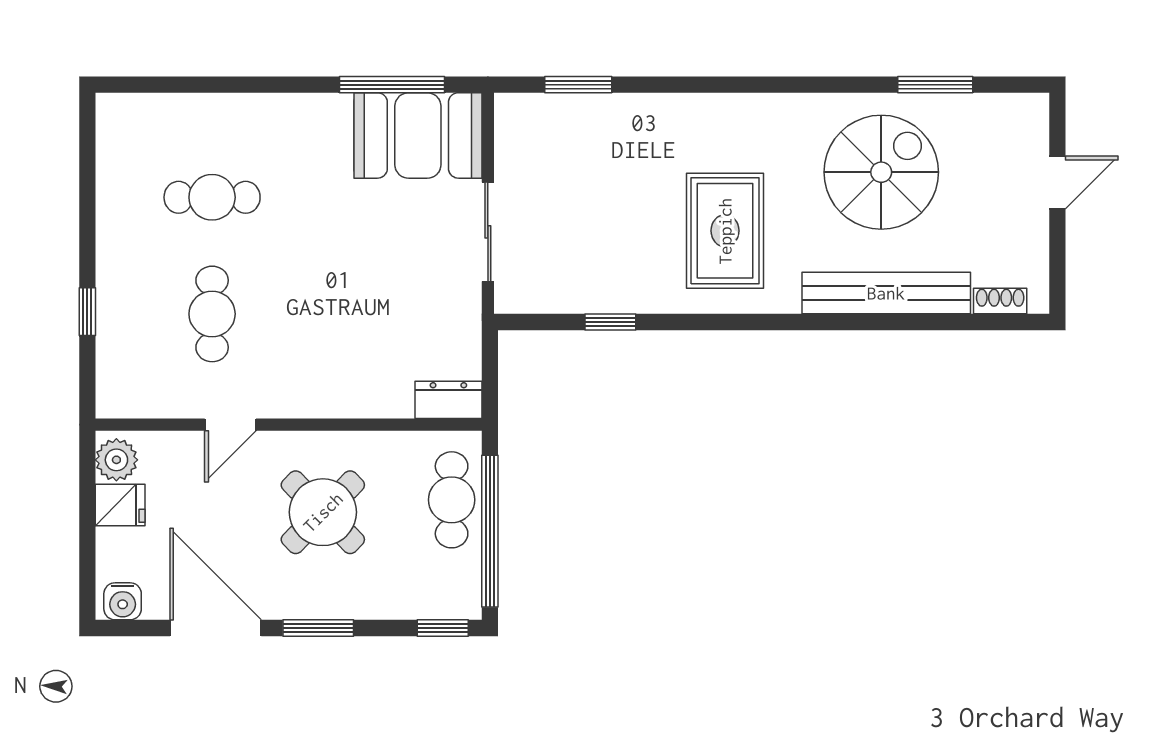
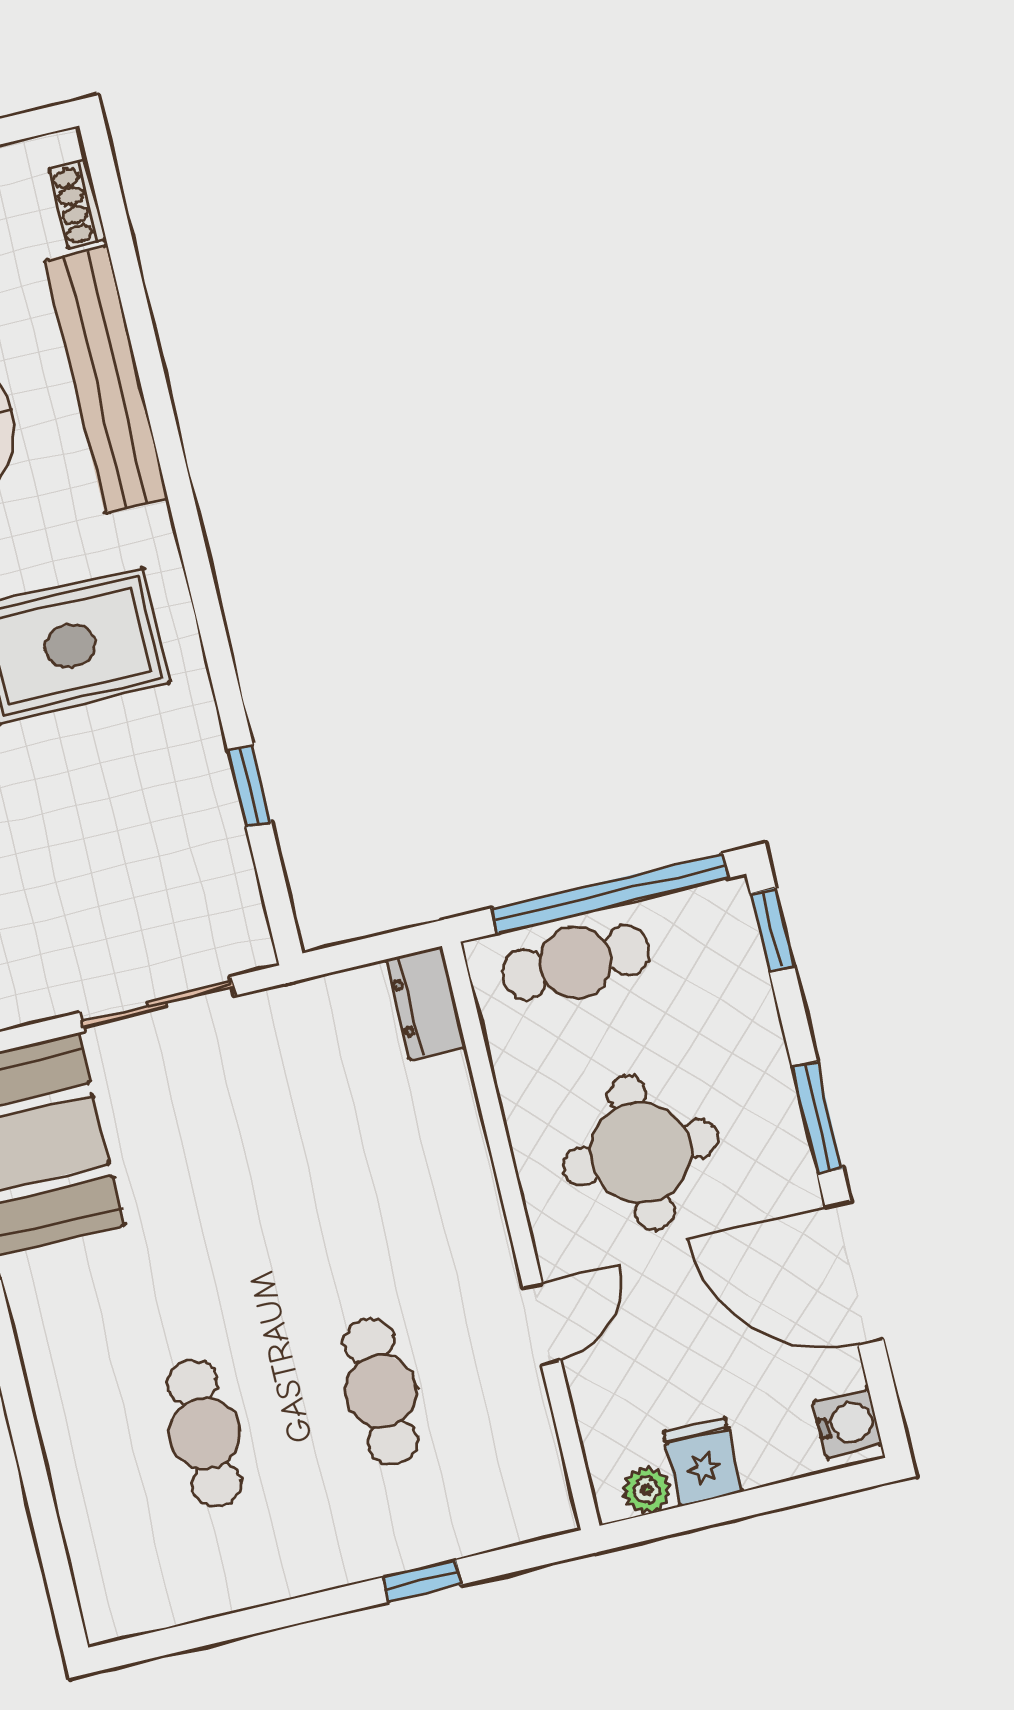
cafe table: (212, 314) -> (381, 1391), turned 90
door: (230, 425) -> (542, 1324), hinge flipped
plant: (116, 460) -> (647, 1490), width x0.73, depth x0.73
round table: (323, 512) -> (641, 1153), turned 45
door: (216, 628) -> (854, 1273), hinge flipped

